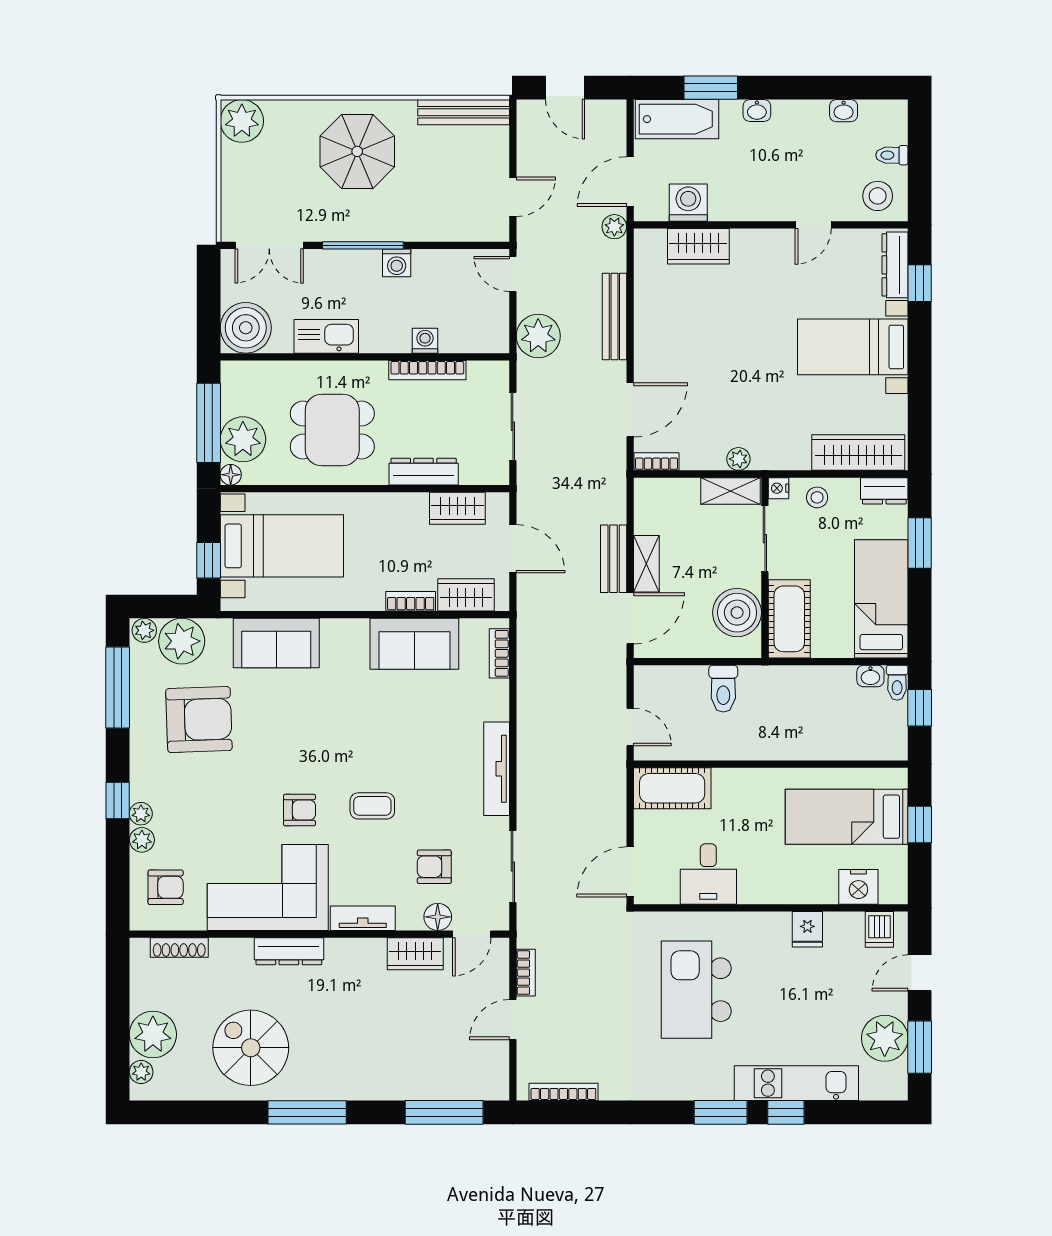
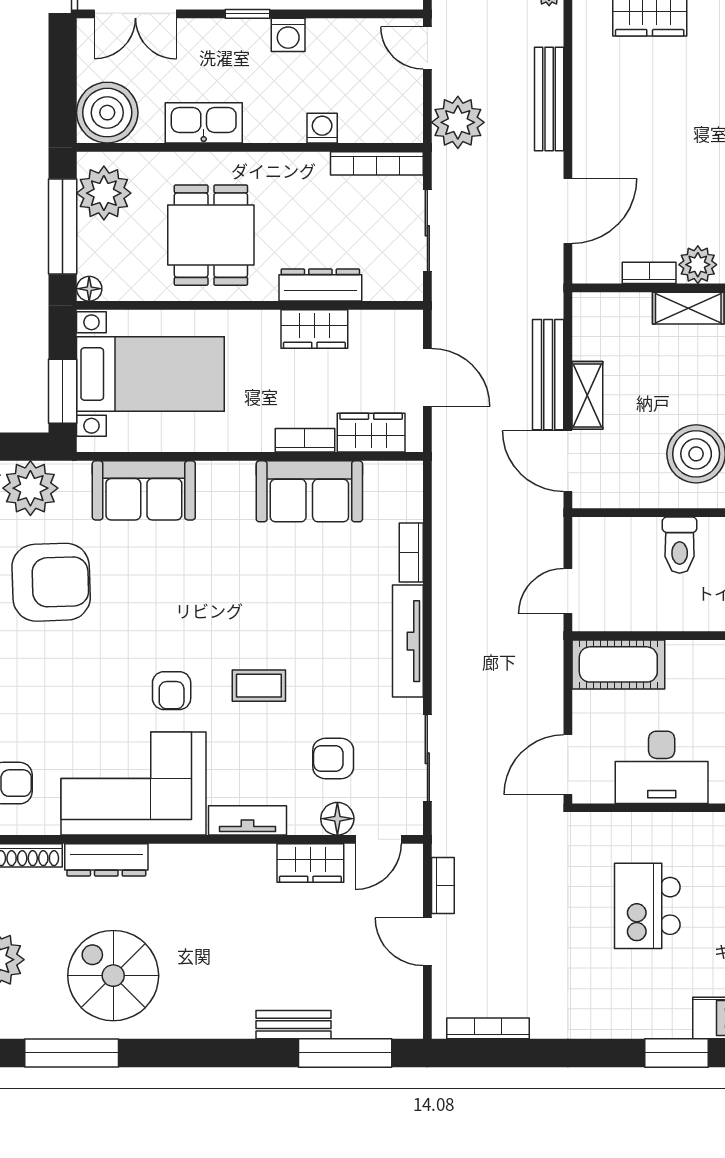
window: (363, 245) -> (248, 14), width x0.46
bookcase: (427, 370) -> (377, 163), moved
dining table: (332, 430) -> (211, 235), turned 90
plant: (243, 439) -> (104, 193), moved
plant: (738, 459) -> (698, 265), width x1.38, depth x1.38
bookcase: (656, 462) -> (649, 273), moved
wardrobe: (457, 508) -> (314, 329), moved
bench: (614, 559) -> (548, 375), width x1.36
window: (209, 560) -> (63, 391), width x1.50
door: (630, 618) -> (568, 461), swing flipped
bookcase: (499, 653) -> (411, 553), moved
door: (630, 727) -> (568, 591), swing flipped
armchair: (299, 810) -> (172, 691), turned 90
desk: (708, 874) -> (662, 767), width x1.37
dresser: (289, 951) -> (106, 860), moved
kitchen island: (696, 990) -> (647, 906), width x0.73, depth x0.78
door: (513, 1020) -> (427, 942), hinge flipped
bench: (401, 1089) -> (293, 1025), added
window: (307, 1112) -> (72, 1053), moved

